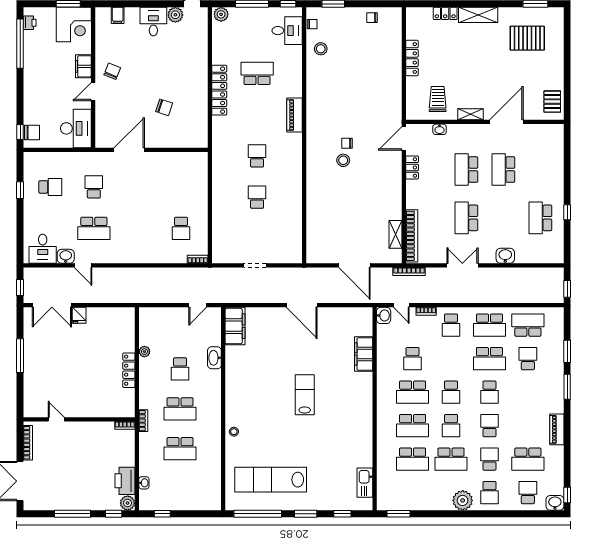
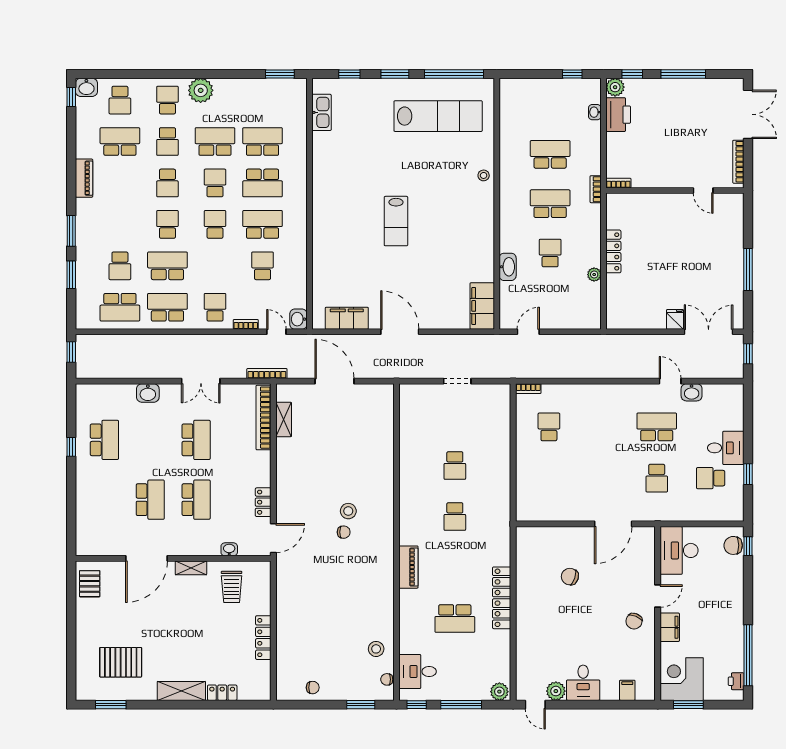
desk: (43, 249) -> (726, 448), moved, turned 90
filing cabinet: (364, 354) -> (347, 318), moved, turned -90
school desk: (413, 426) -> (263, 183), turned 180

